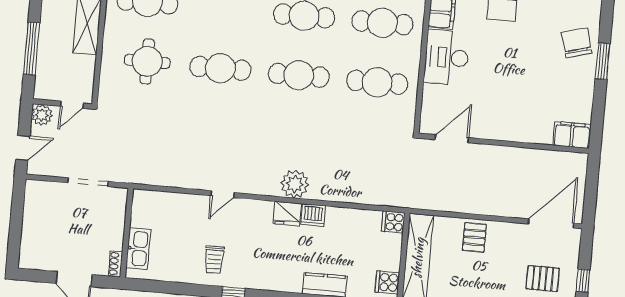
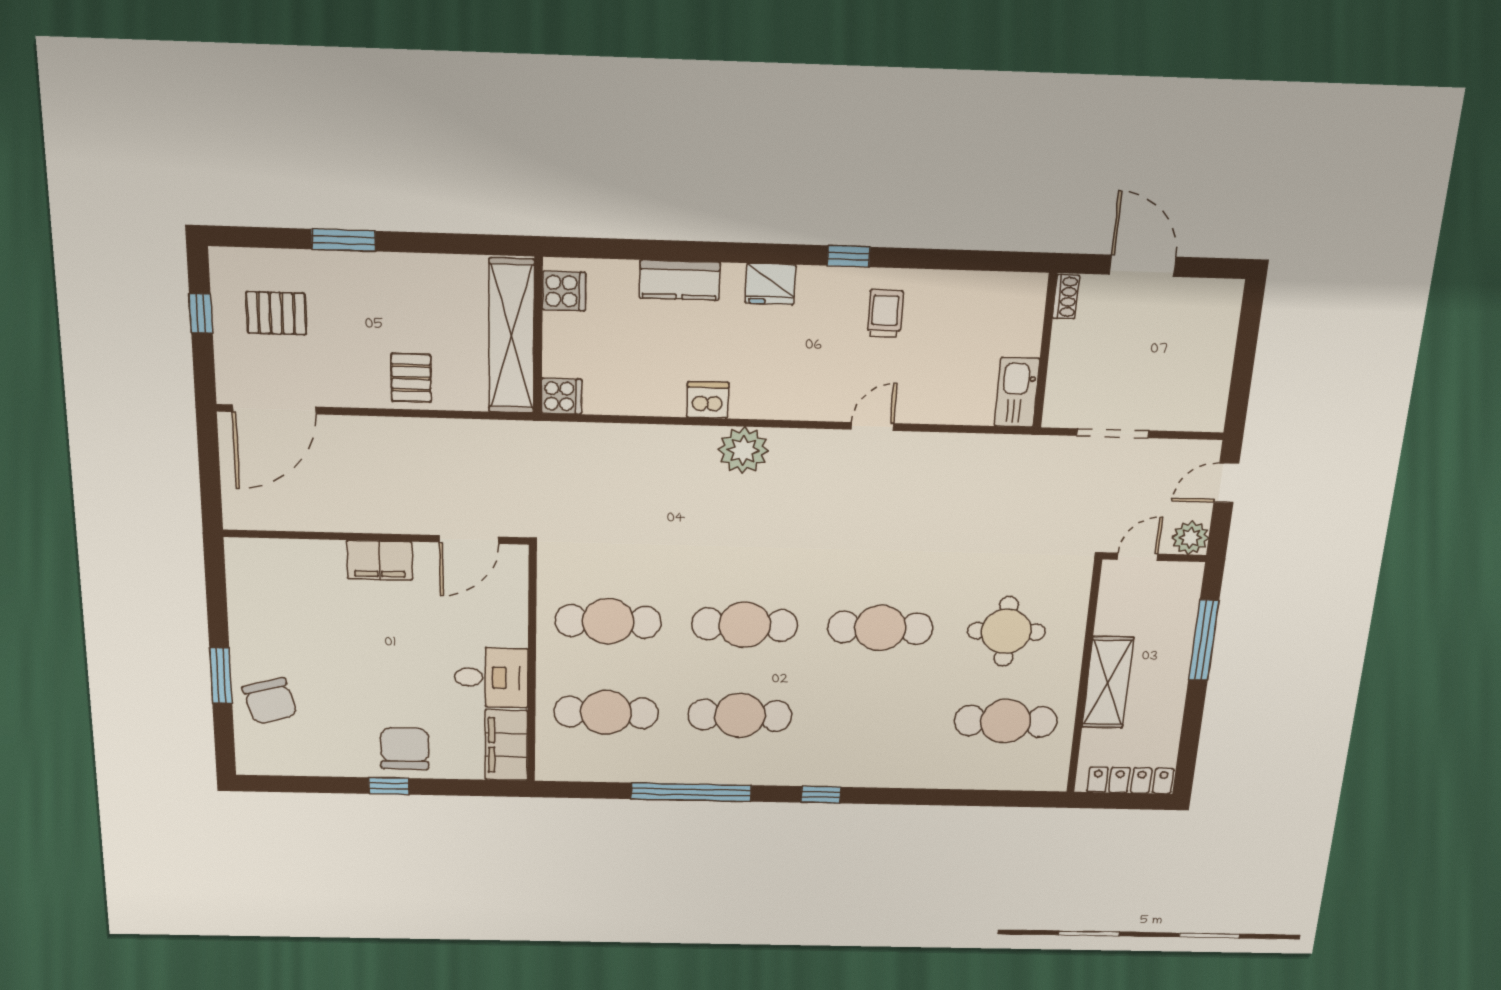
desk: (447, 57) -> (491, 678), width x0.73
filing cabinet: (572, 135) -> (380, 560), moved
fridge: (287, 213) -> (770, 284), moved, turned 180
kitchen sink: (138, 249) -> (1017, 392), moved

